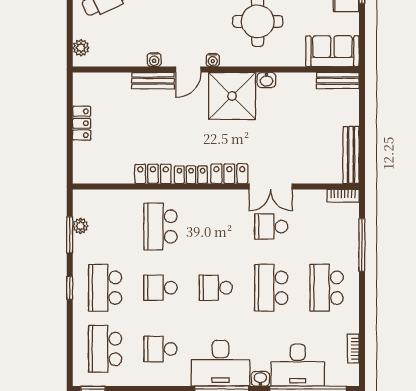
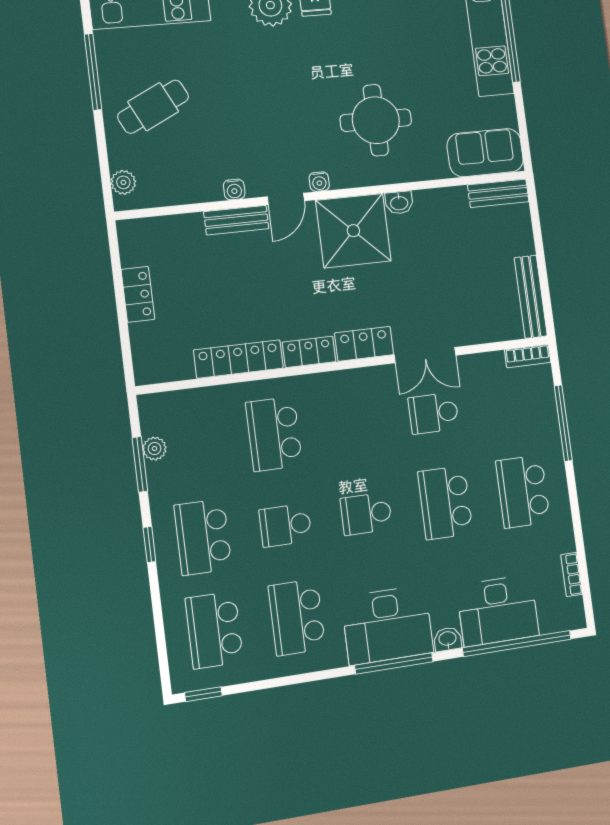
locker: (153, 174) -> (239, 359), width x1.53
school desk: (160, 349) -> (297, 617), width x1.85

